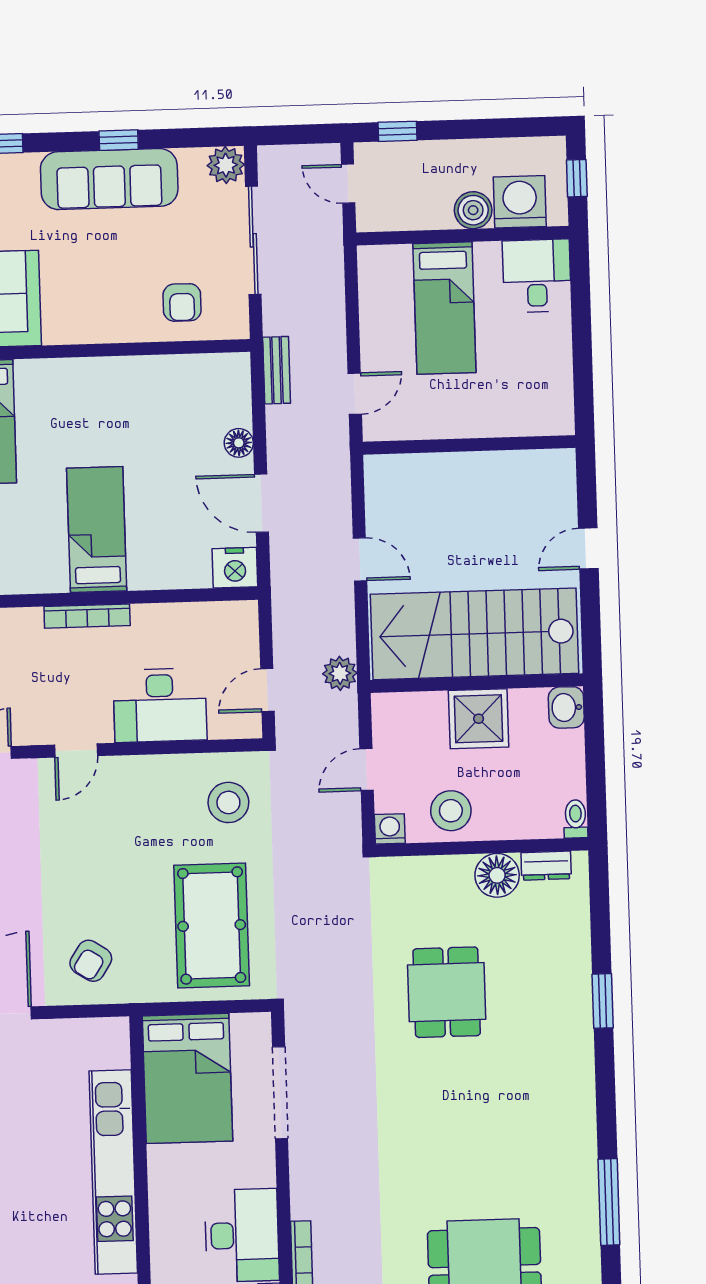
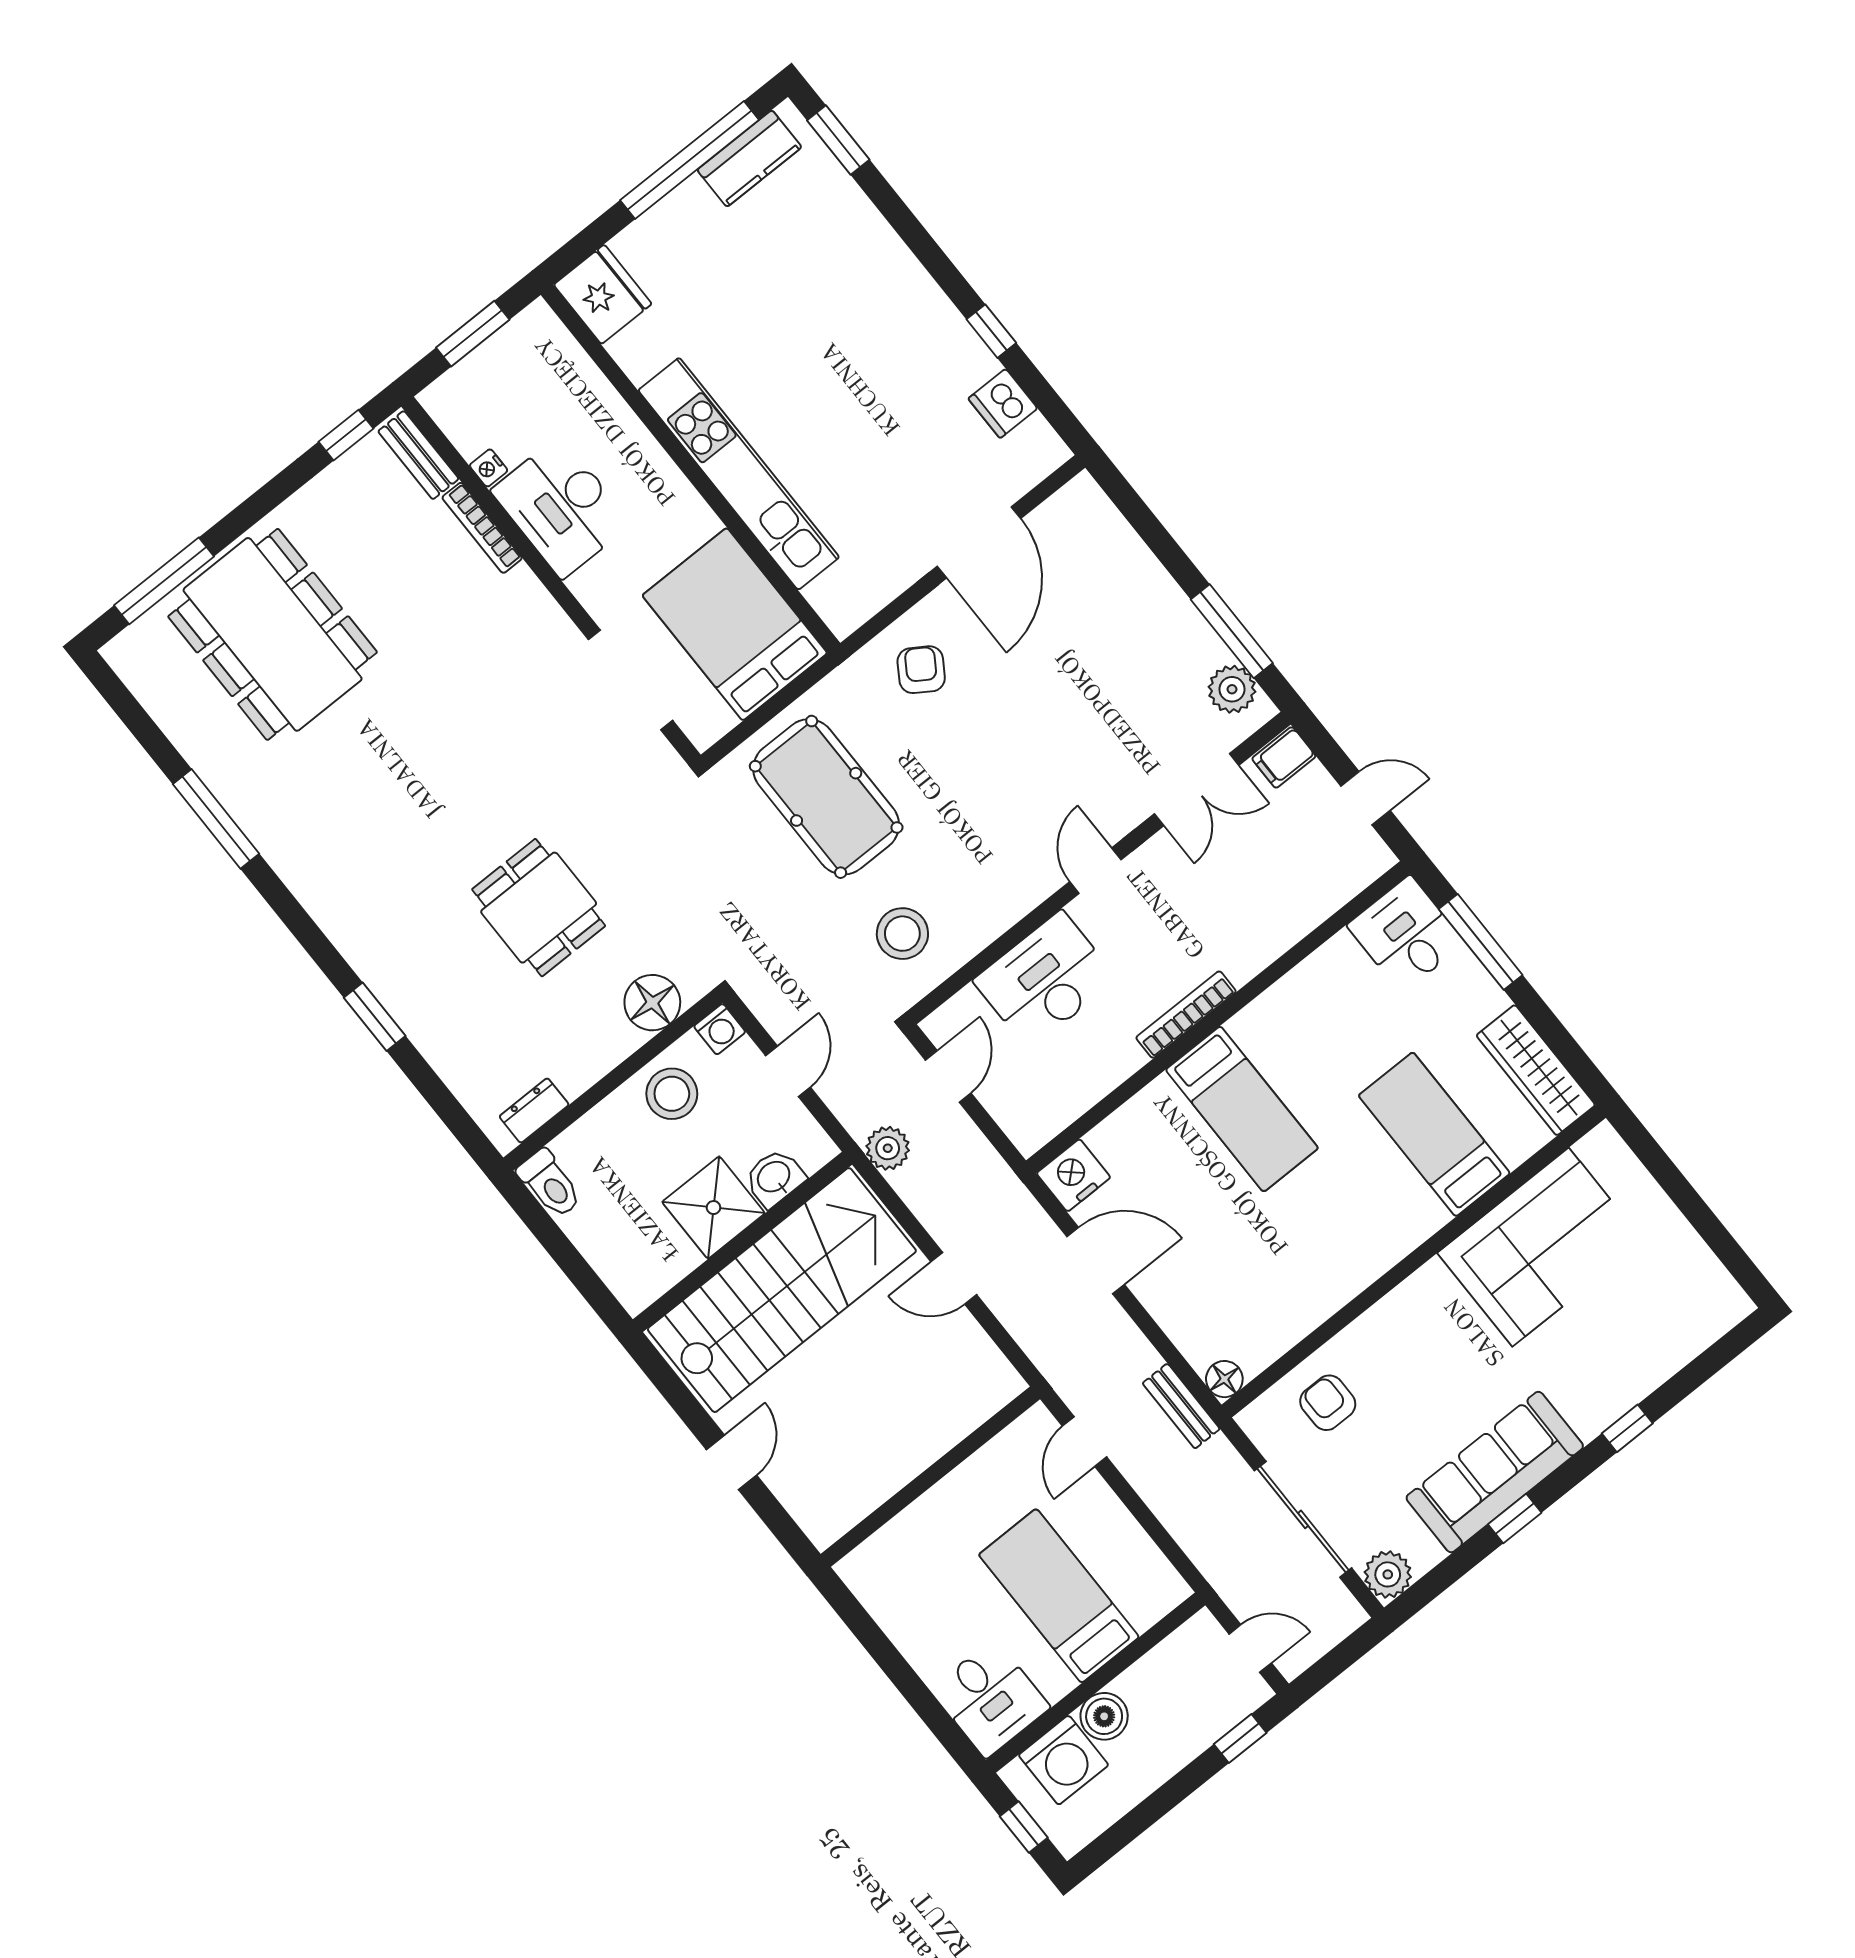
floor lamp: (239, 443) -> (1224, 1379), moved
washbasin: (566, 707) -> (774, 1178), moved, turned -90
toilet: (576, 819) -> (550, 1184), width x1.37, depth x1.39
floor lamp: (497, 875) -> (652, 1003), moved

